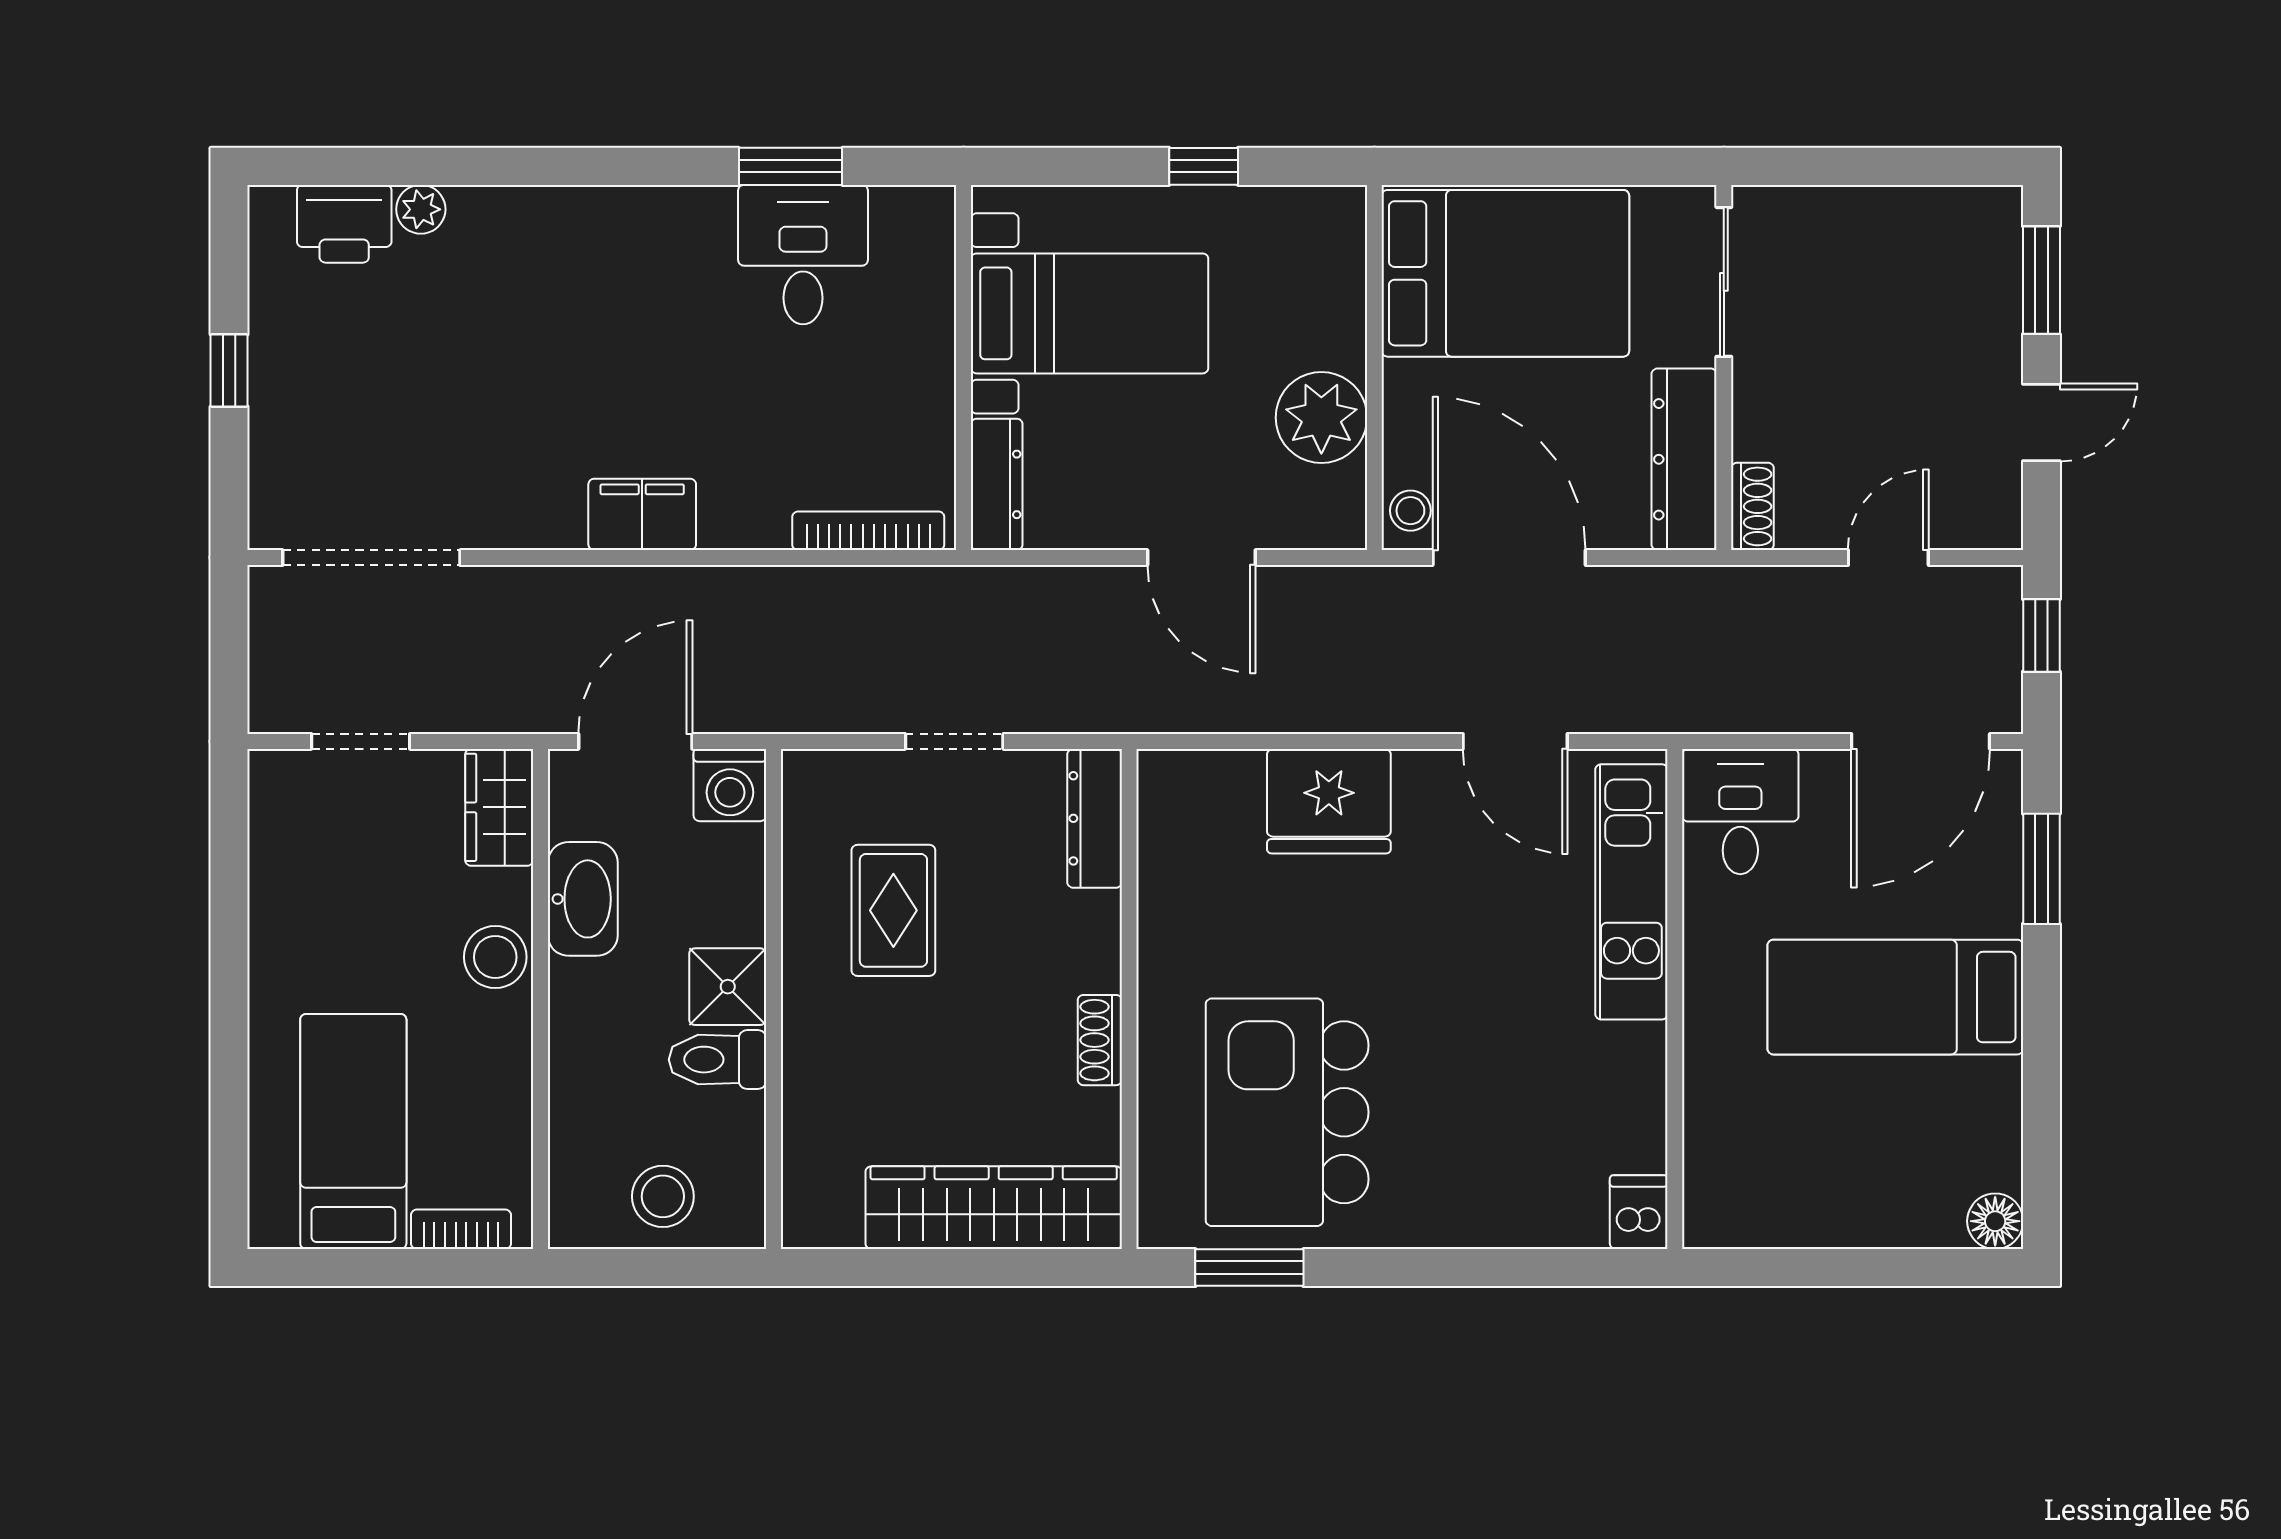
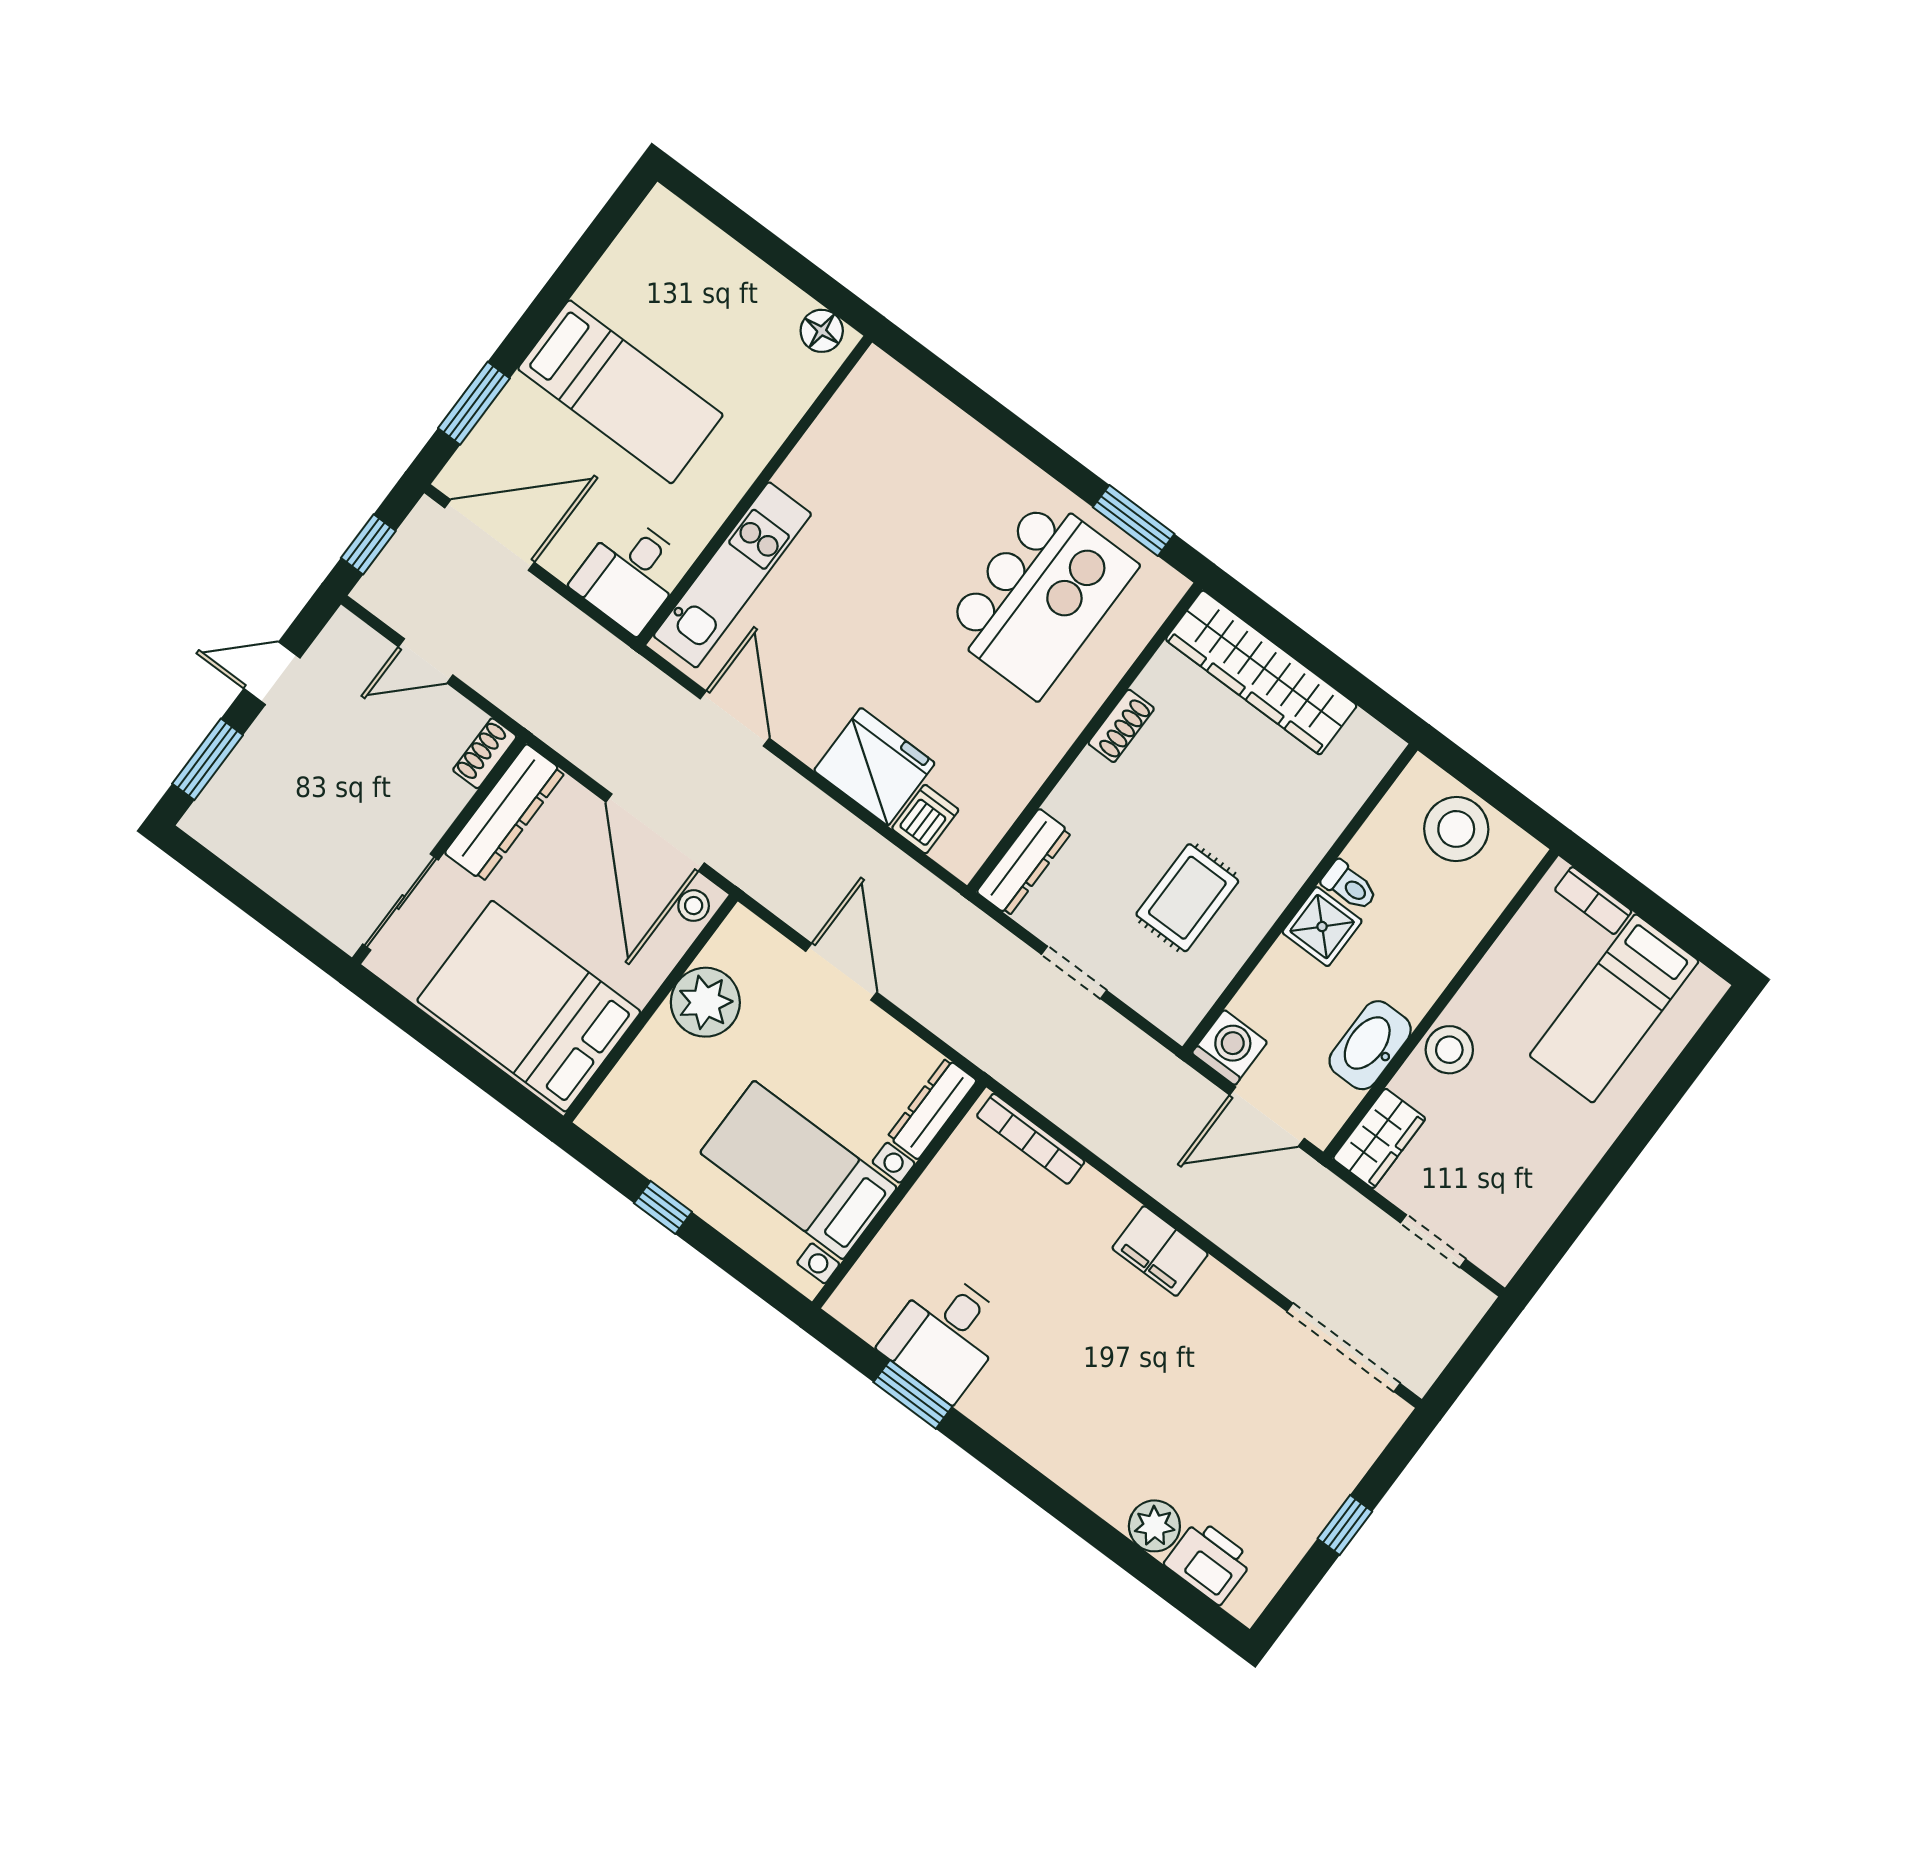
plant: (421, 209) -> (1154, 1526), width x1.38, depth x1.38
toilet: (717, 1060) -> (1349, 886), width x0.73, depth x0.72
stool: (663, 1196) -> (1456, 829), width x1.38, depth x1.38
dishwasher: (1639, 1212) -> (925, 819), moved, turned 180
floor lamp: (1995, 1221) -> (822, 331), moved

